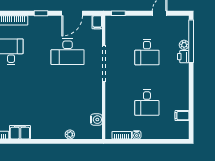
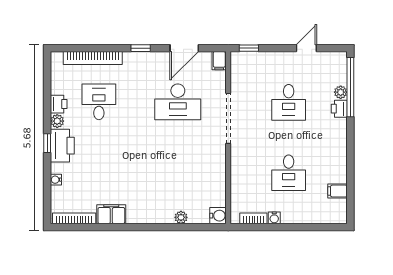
water cooler: (96, 120) -> (218, 216), moved

